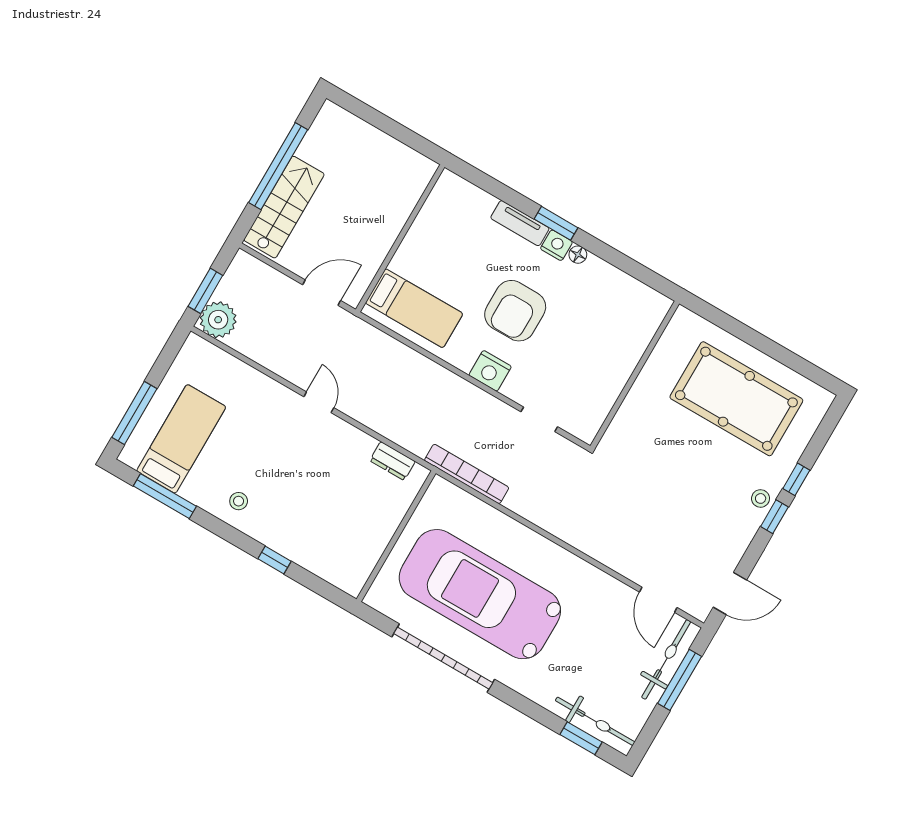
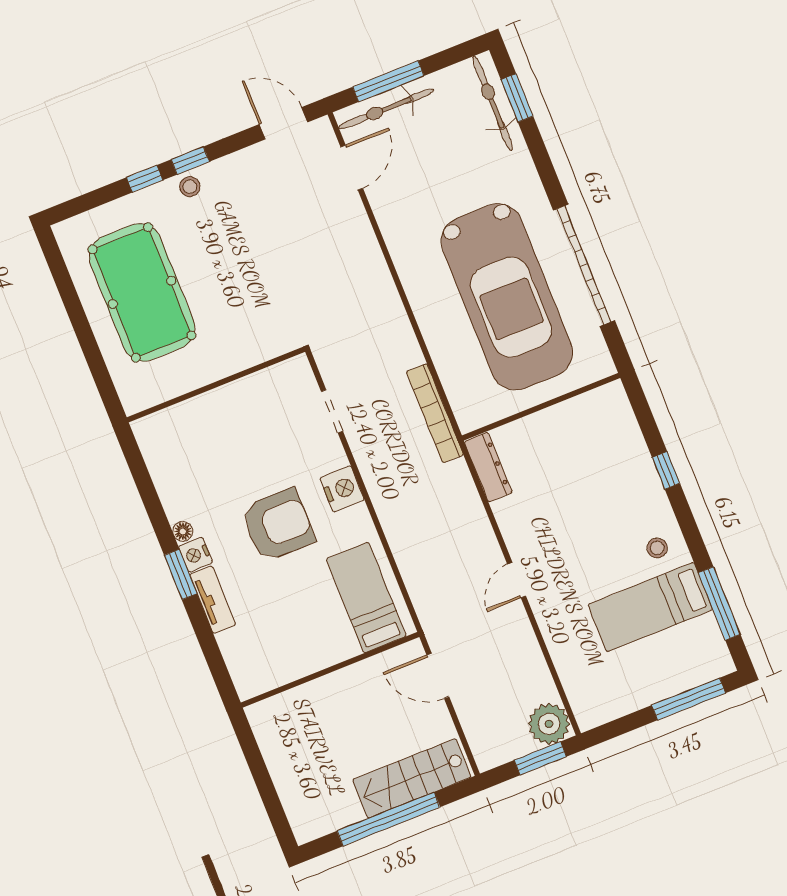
bed: (181, 439) -> (650, 607), moved
dresser: (392, 461) -> (488, 467), width x1.44

